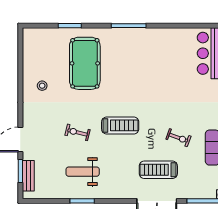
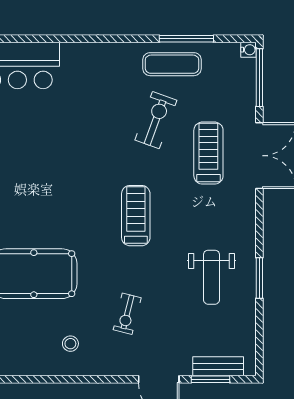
exercise bike: (78, 132) -> (127, 314), moved
exercise bike: (178, 138) -> (156, 120), width x1.38, depth x1.39
treadmill: (158, 170) -> (208, 153), turned 180

